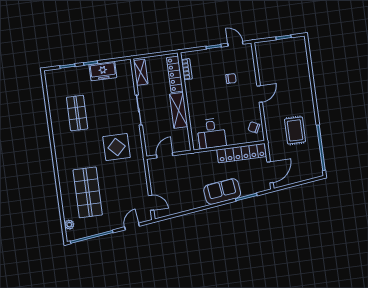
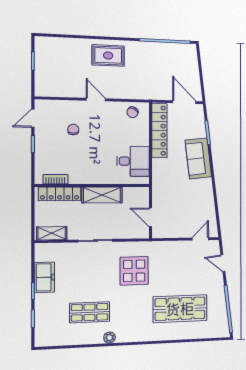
rug: (295, 130) -> (108, 56), moved
plant: (69, 225) -> (109, 338), moved

